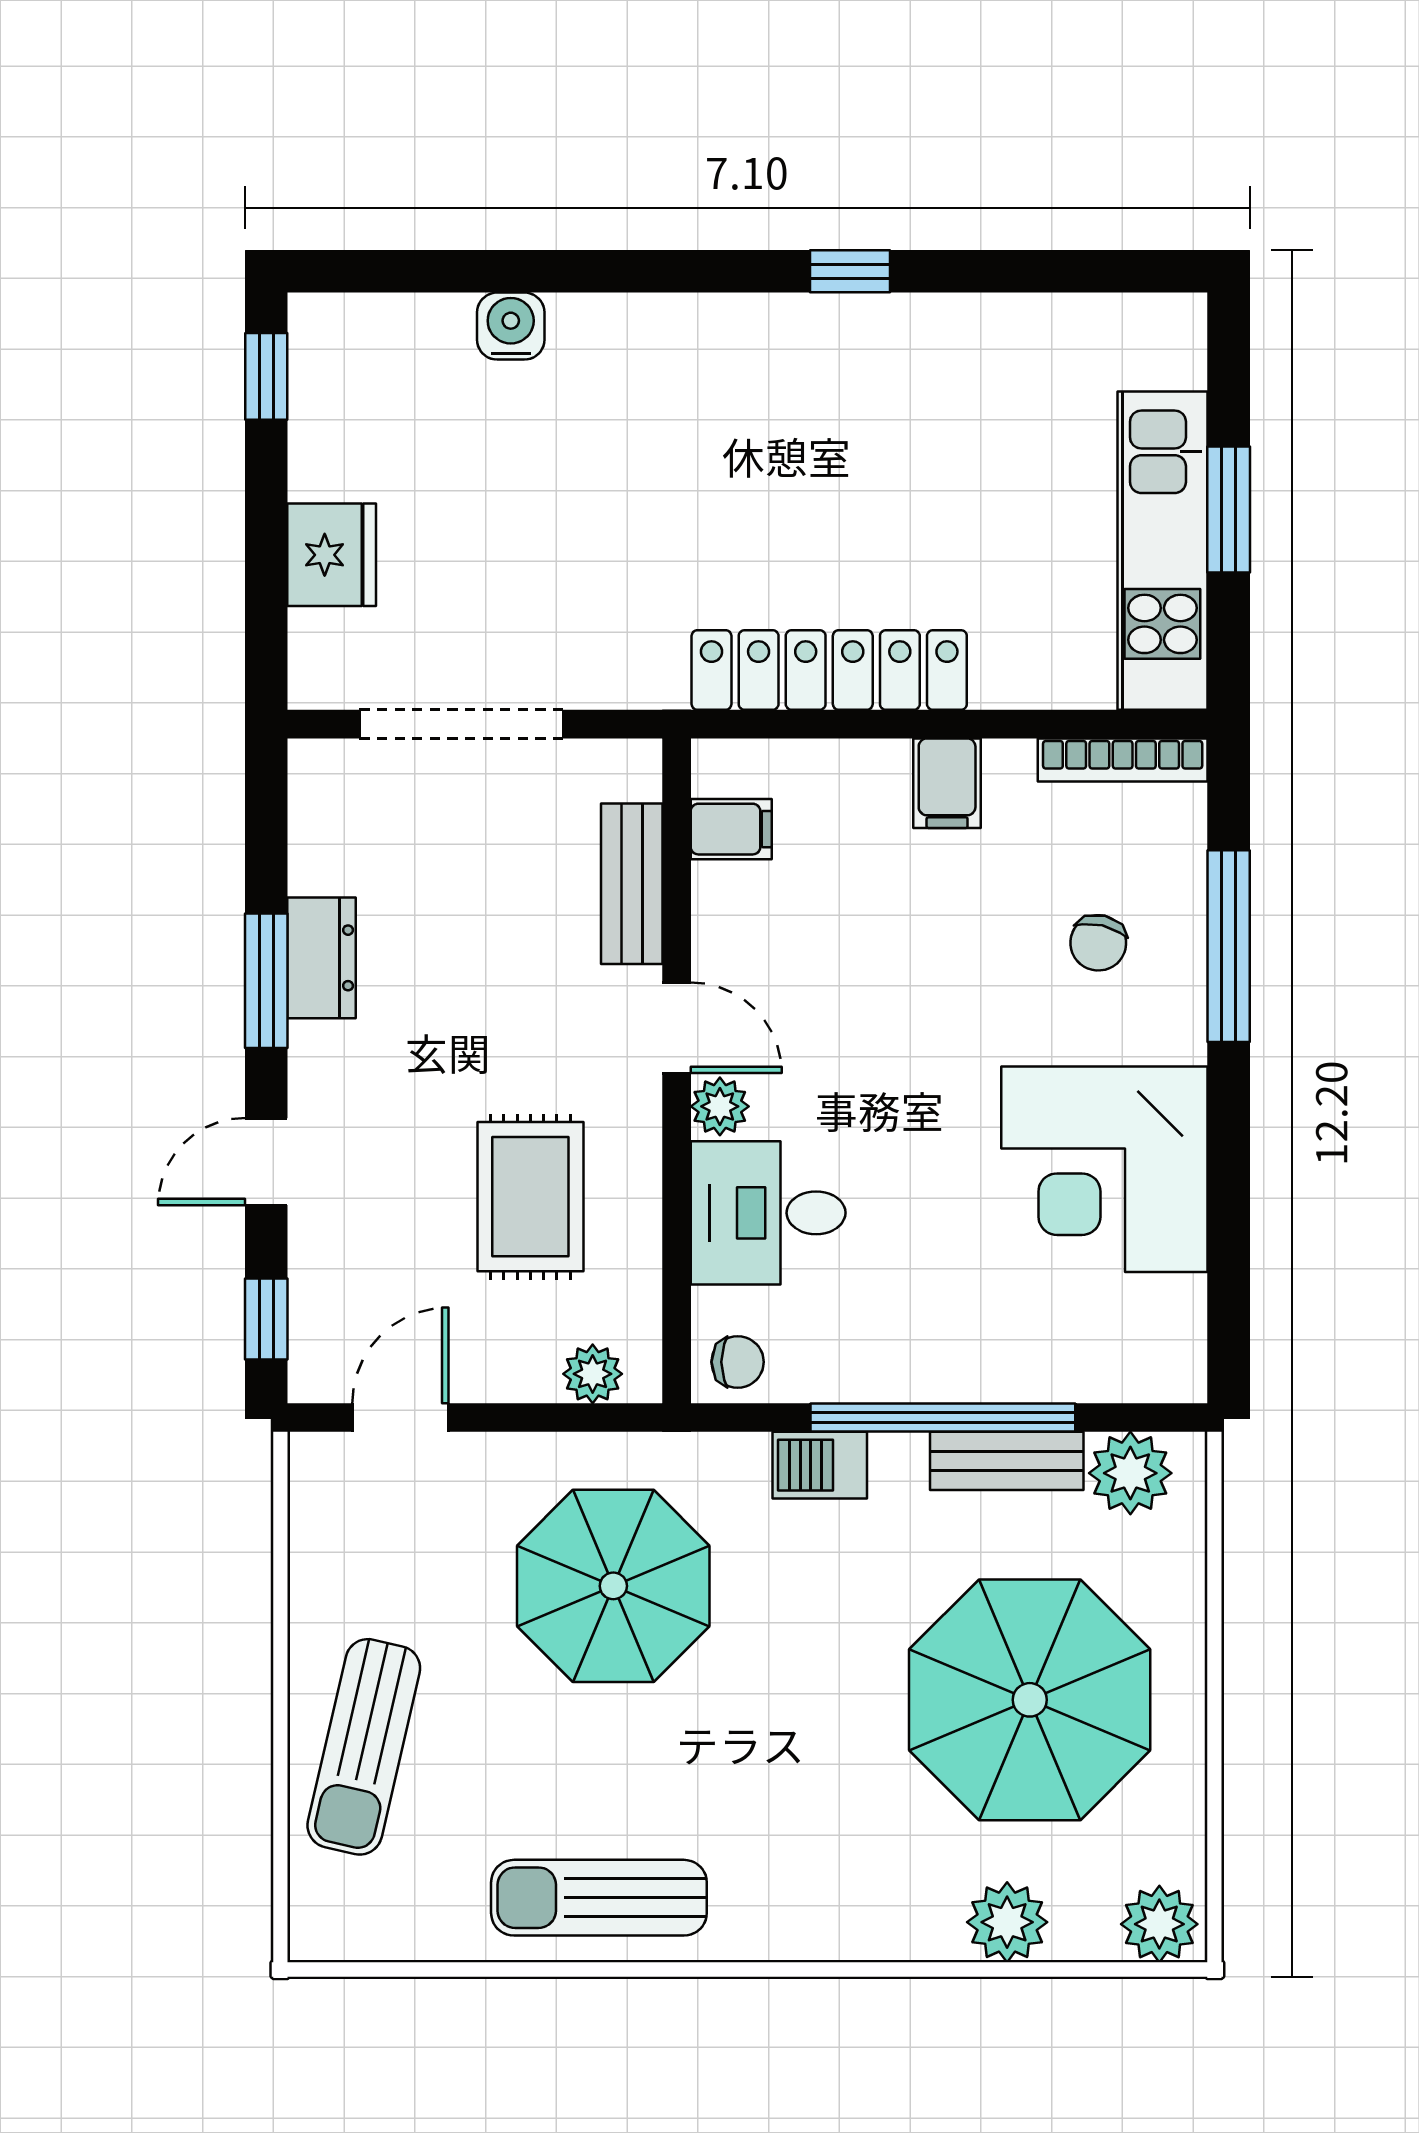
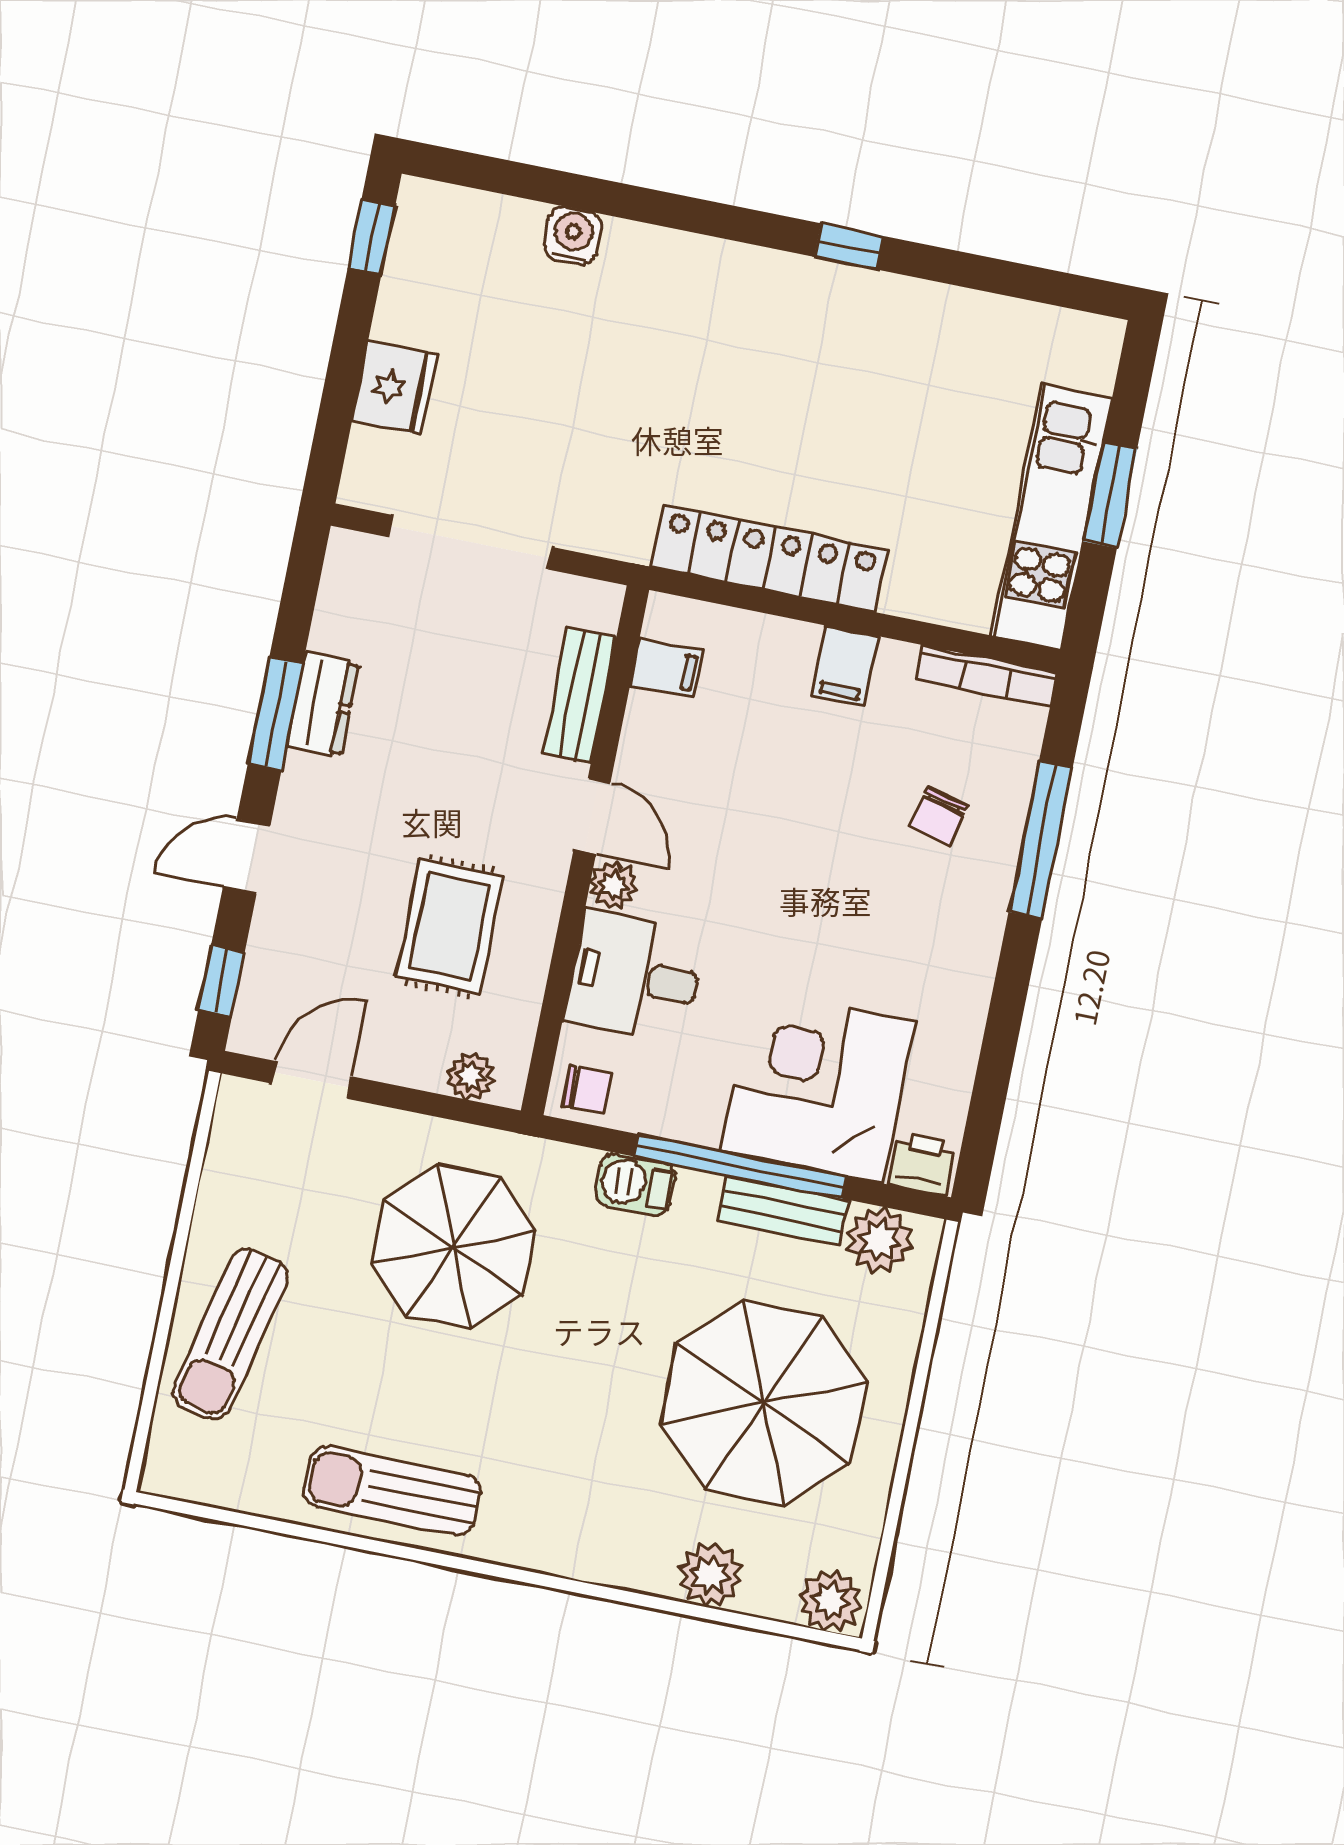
corner desk: (1104, 1169) -> (818, 1086), moved, turned 90
printer: (1164, 1370) -> (922, 1164), added

